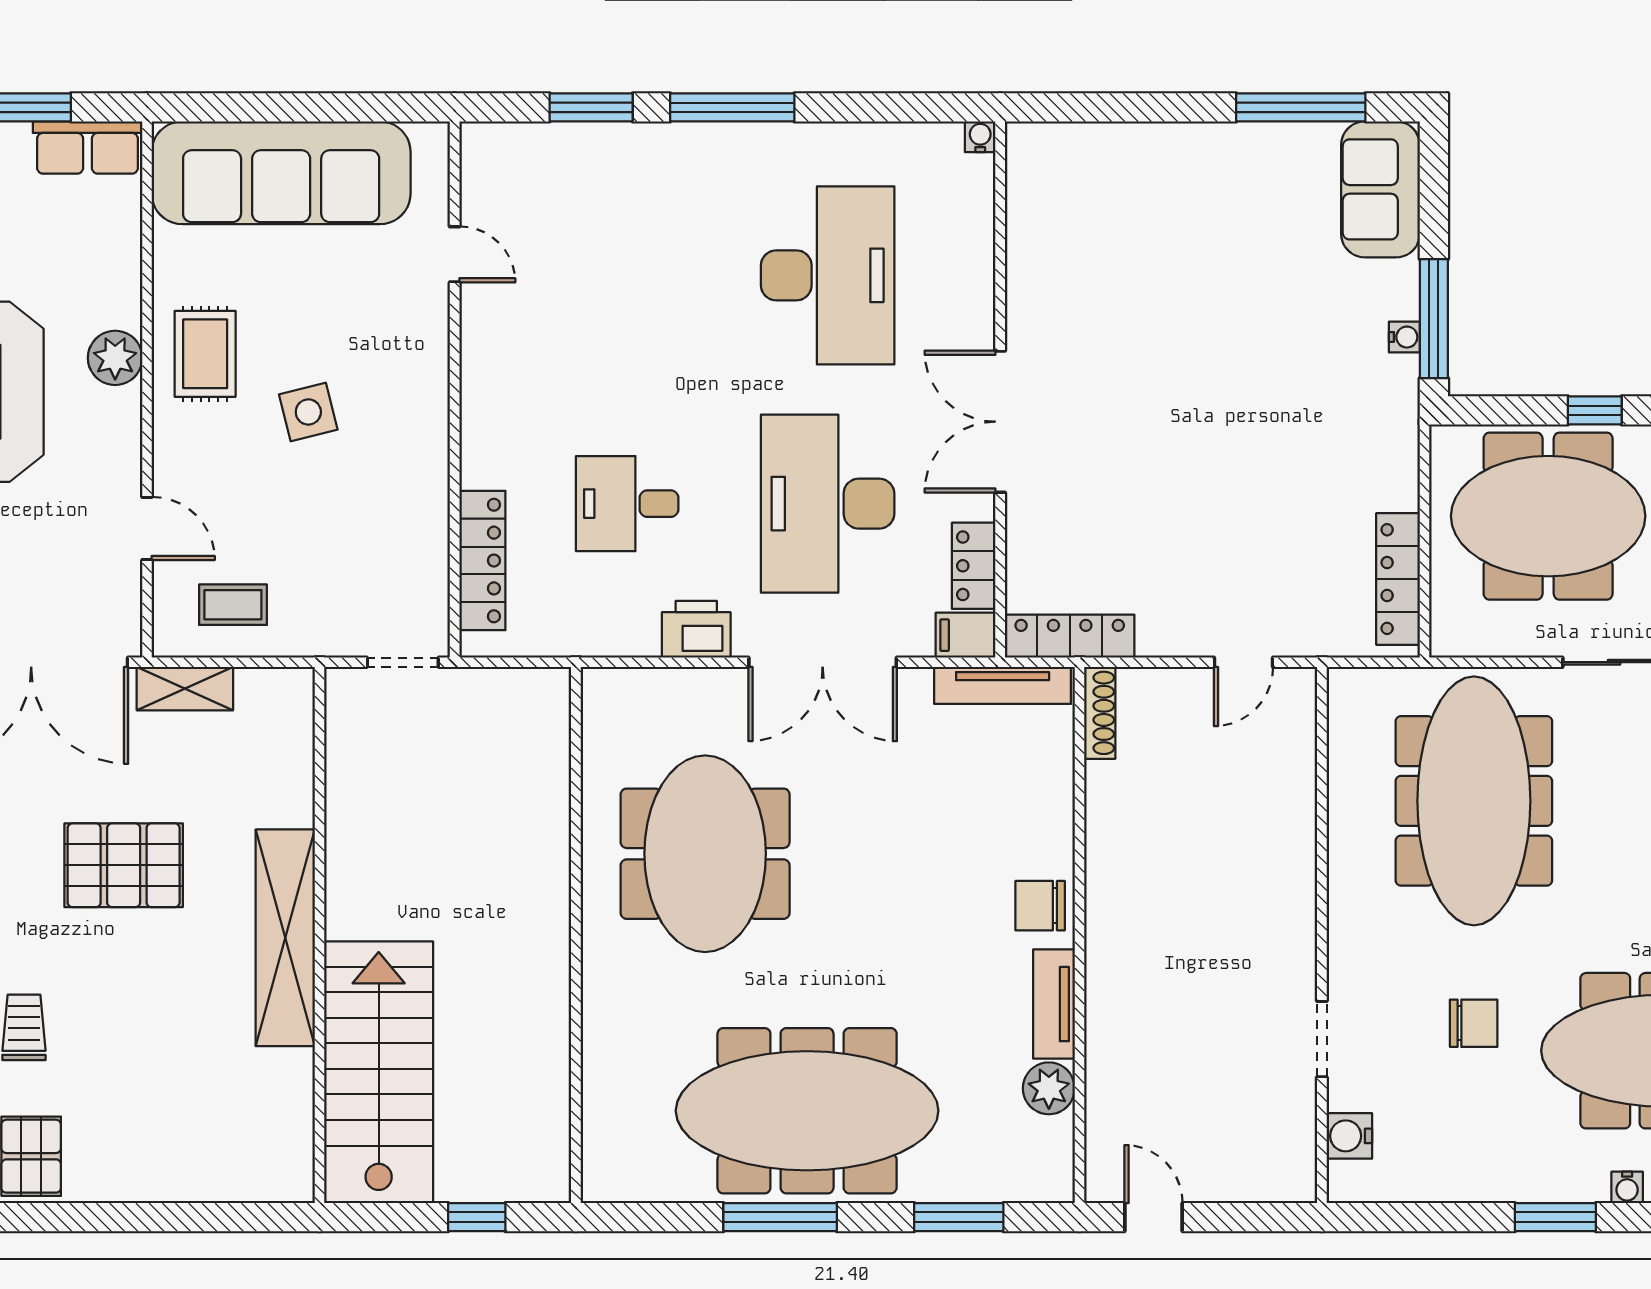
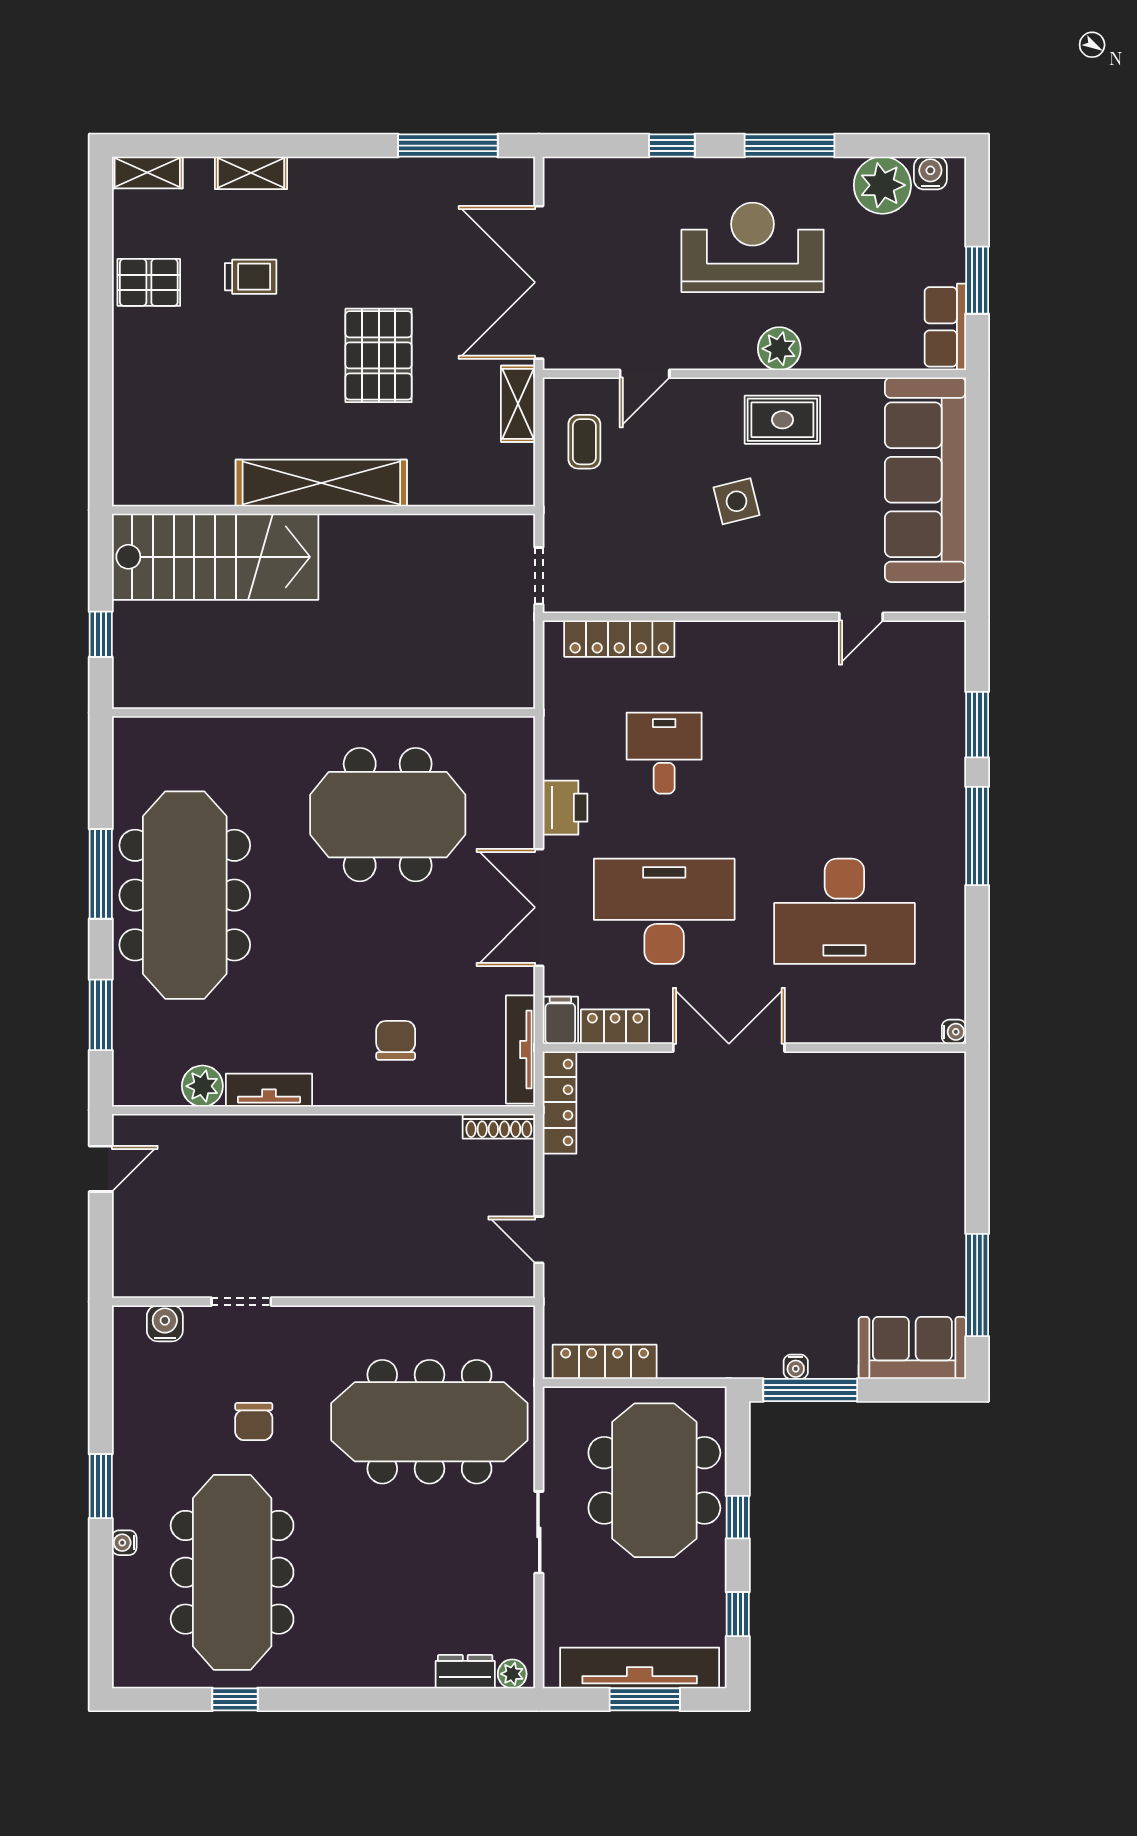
chair: (1040, 906) -> (396, 1040), moved

